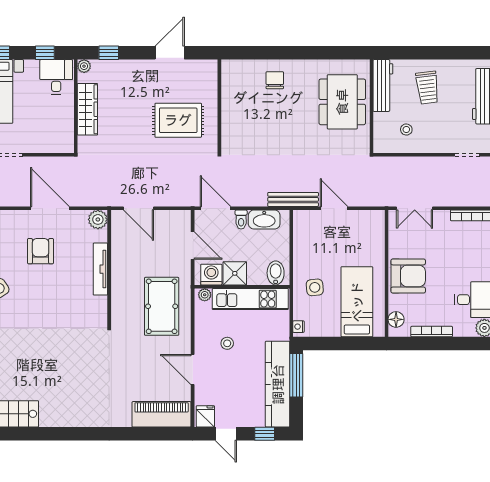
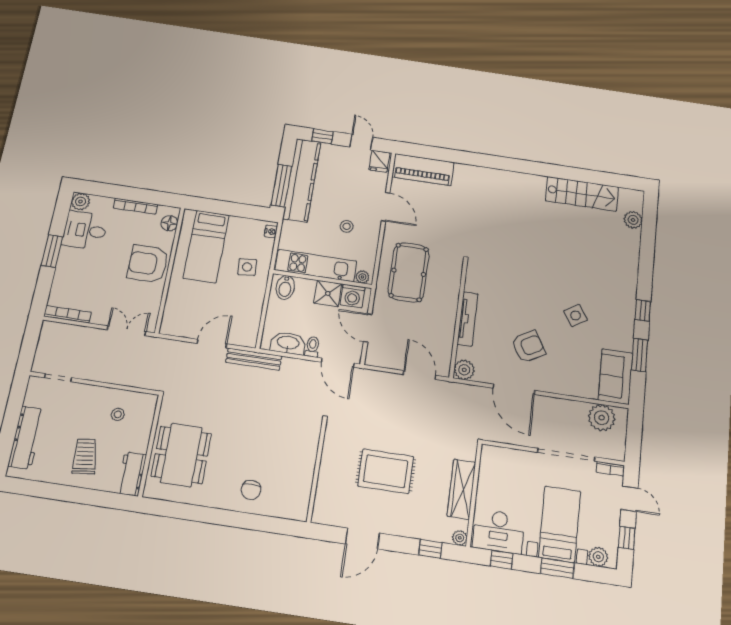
desk: (56, 77) -> (499, 531), width x1.37
workbench: (383, 85) -> (132, 474), width x0.73
rug: (178, 120) -> (386, 471), moved
door: (334, 208) -> (212, 344), swing flipped
armchair: (41, 251) -> (528, 346), turned -120

